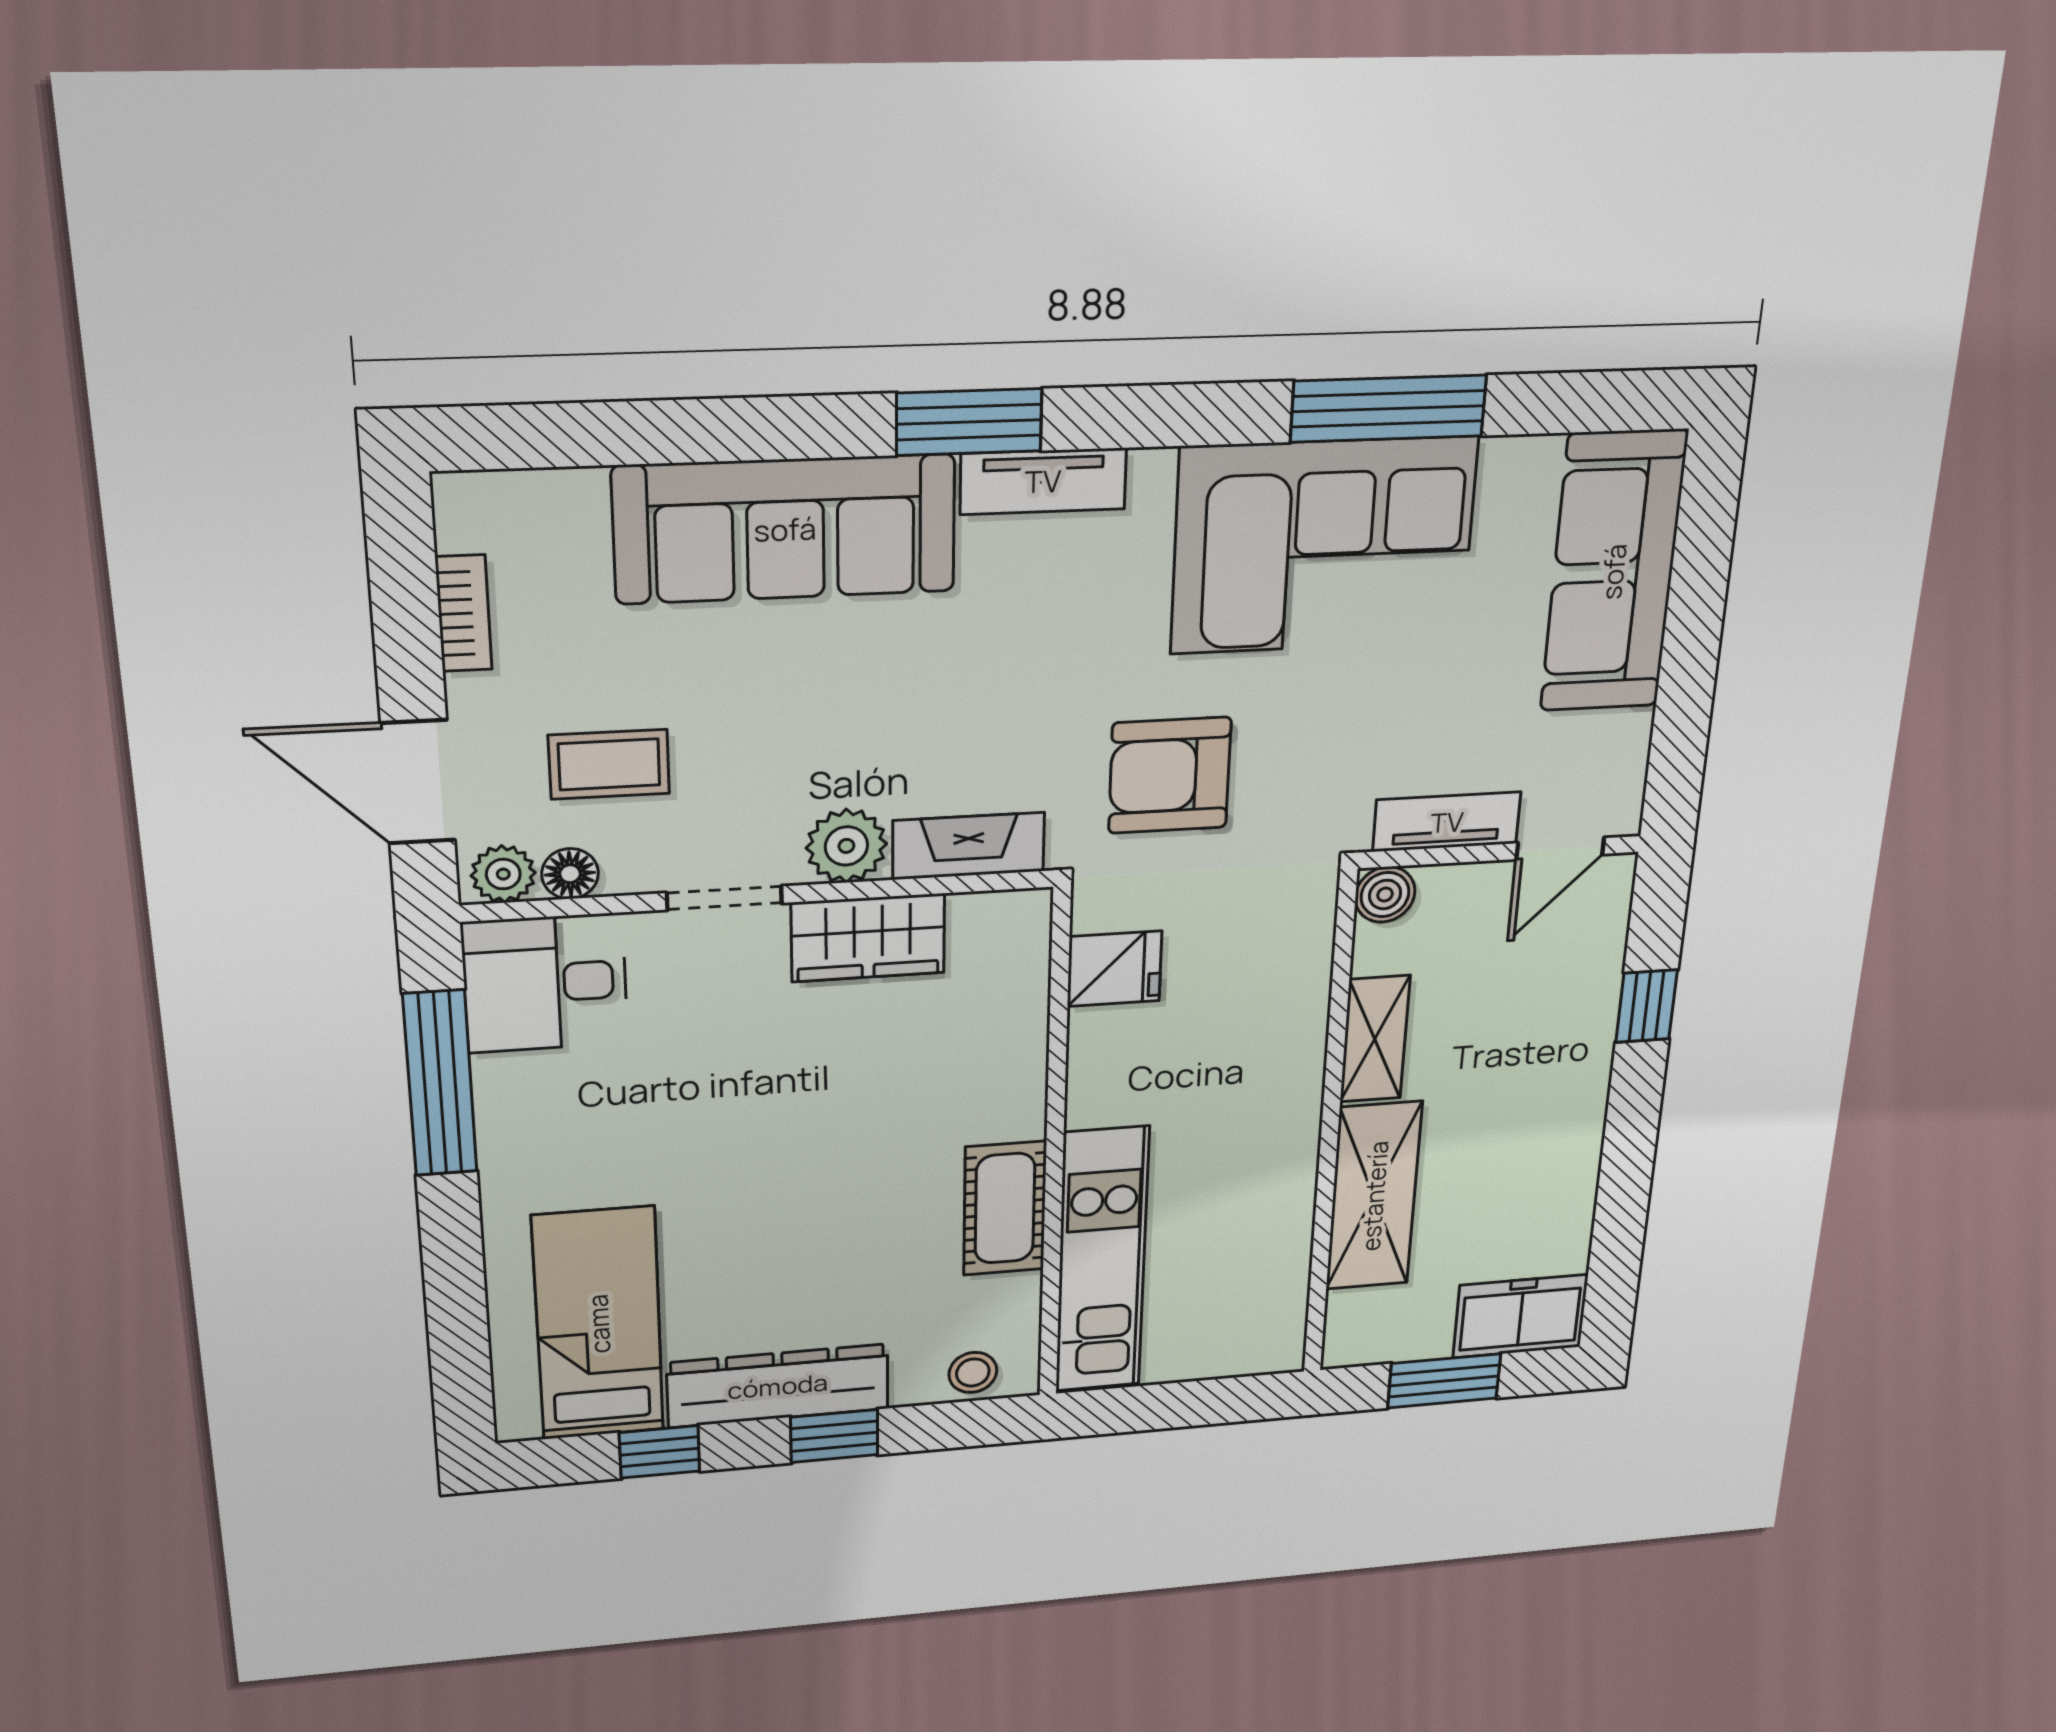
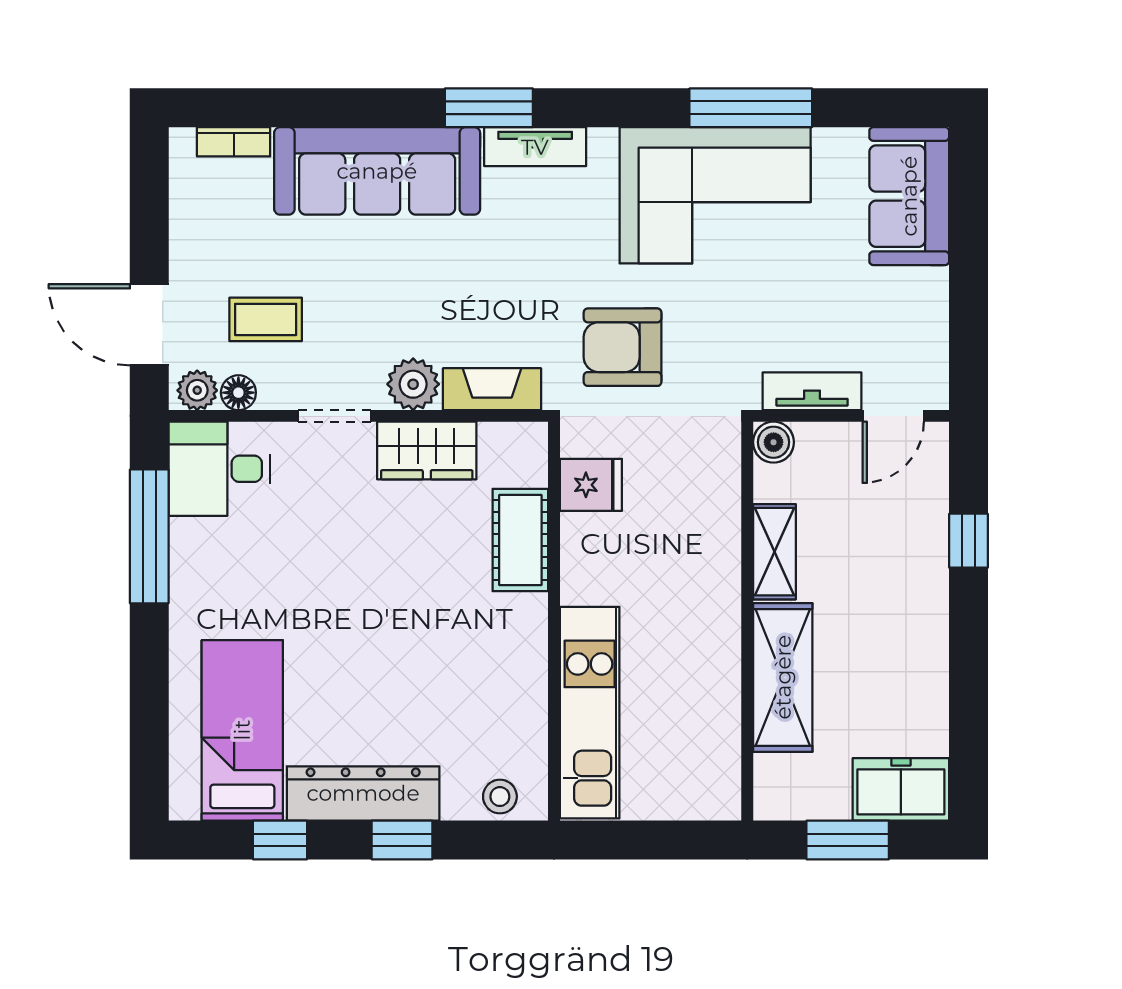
sofa: (1613, 572) -> (909, 196), width x0.73
bookcase: (464, 613) -> (234, 142), moved, turned 90
cot: (1005, 1208) -> (520, 540), moved

